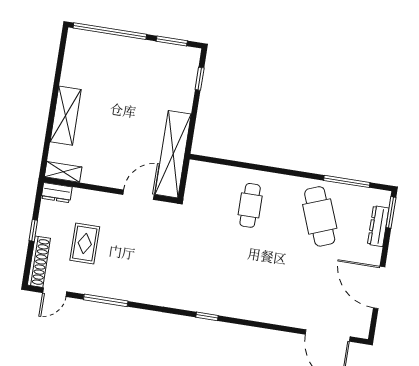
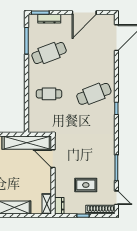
cafe table: (238, 282) -> (94, 94), added

